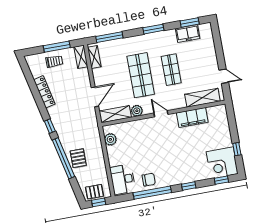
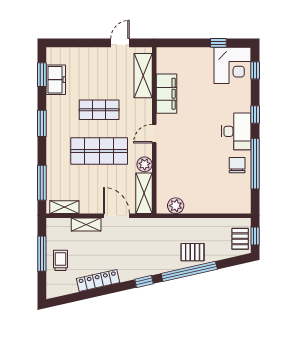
shelving: (81, 57) -> (86, 225), moved
desk: (123, 179) -> (236, 131), moved, turned -90

